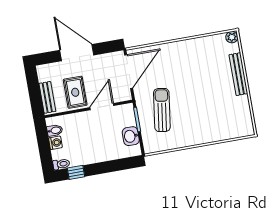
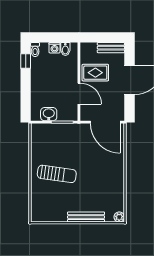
bench: (47, 97) -> (111, 48), moved
sun lounger: (162, 110) -> (57, 174), moved

